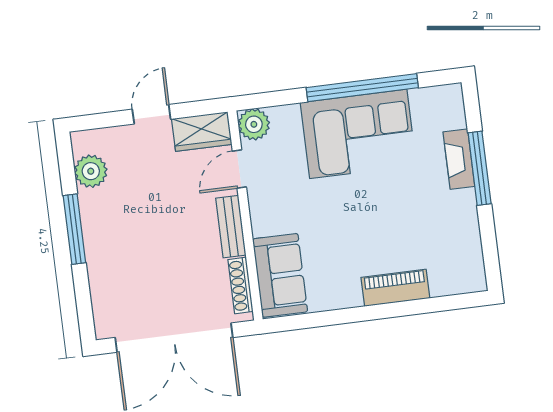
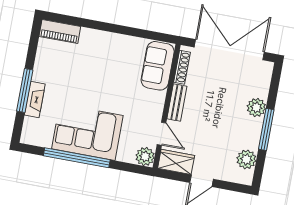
door: (239, 169) -> (161, 134), hinge flipped
plant: (101, 259) -> (256, 107), added
piano: (395, 288) -> (60, 31), moved

